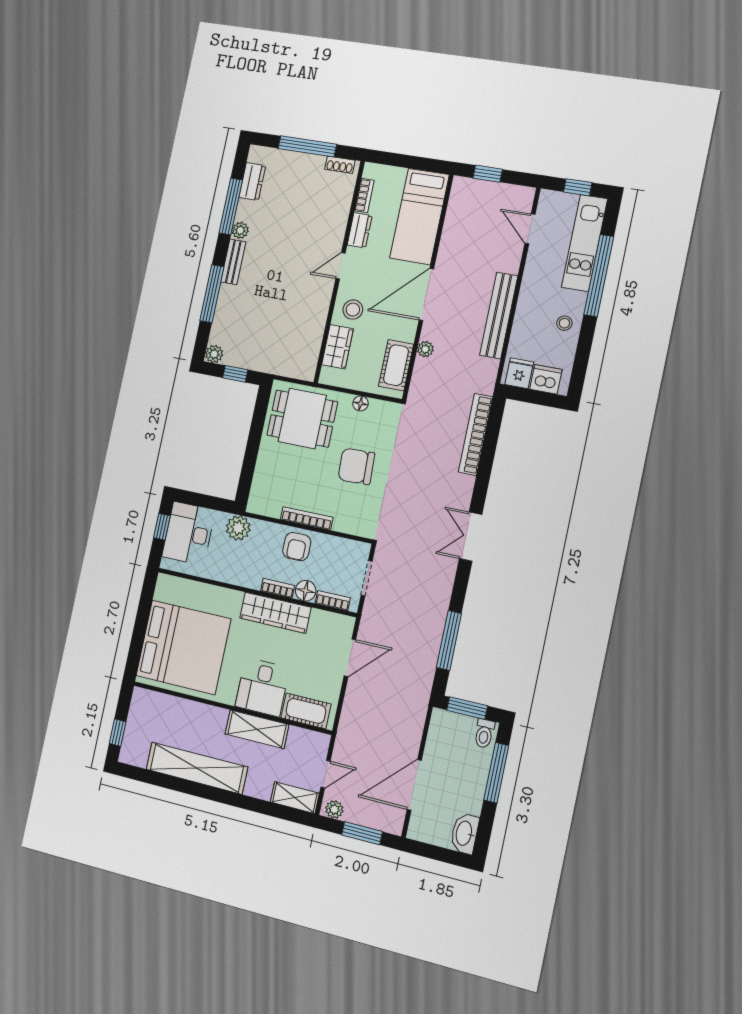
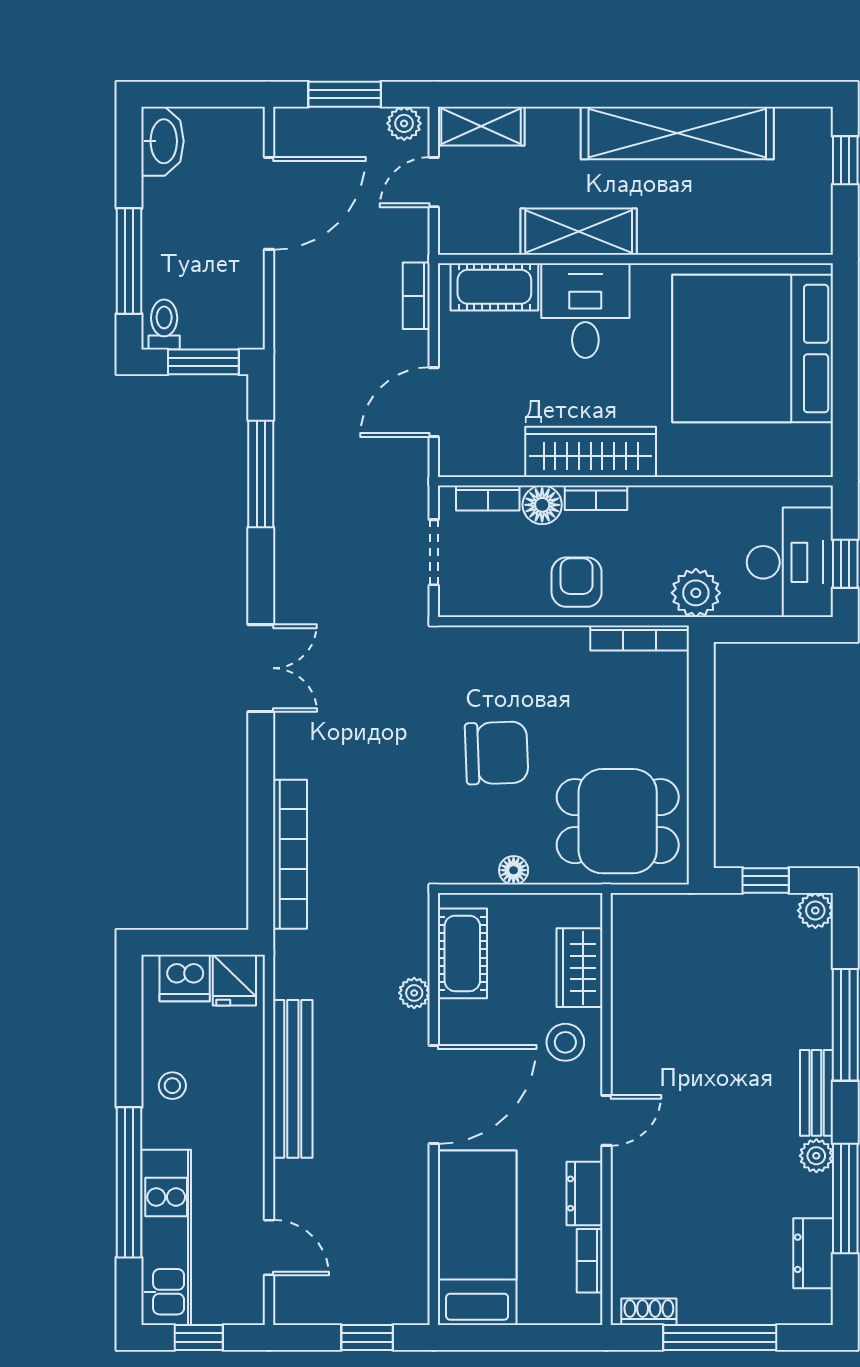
bookcase: (307, 518) -> (640, 638), moved
bookcase: (347, 716) -> (416, 296), added

